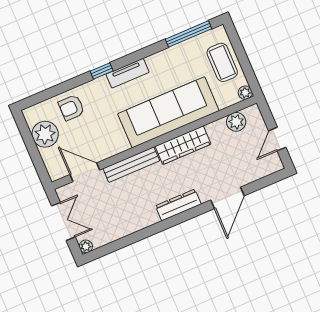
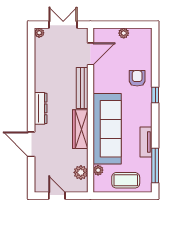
tv unit: (128, 73) -> (146, 142), moved
plant: (245, 93) -> (98, 170), moved
armchair: (71, 108) -> (137, 78), moved
plant: (45, 134) -> (124, 33), width x0.53, depth x0.53
double door: (63, 221) -> (63, 25), swing flipped

